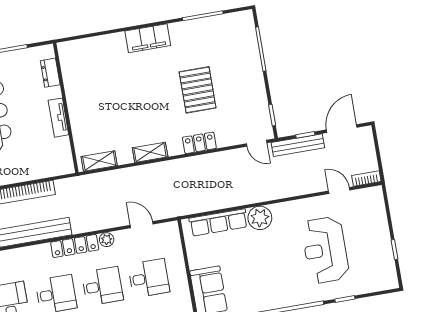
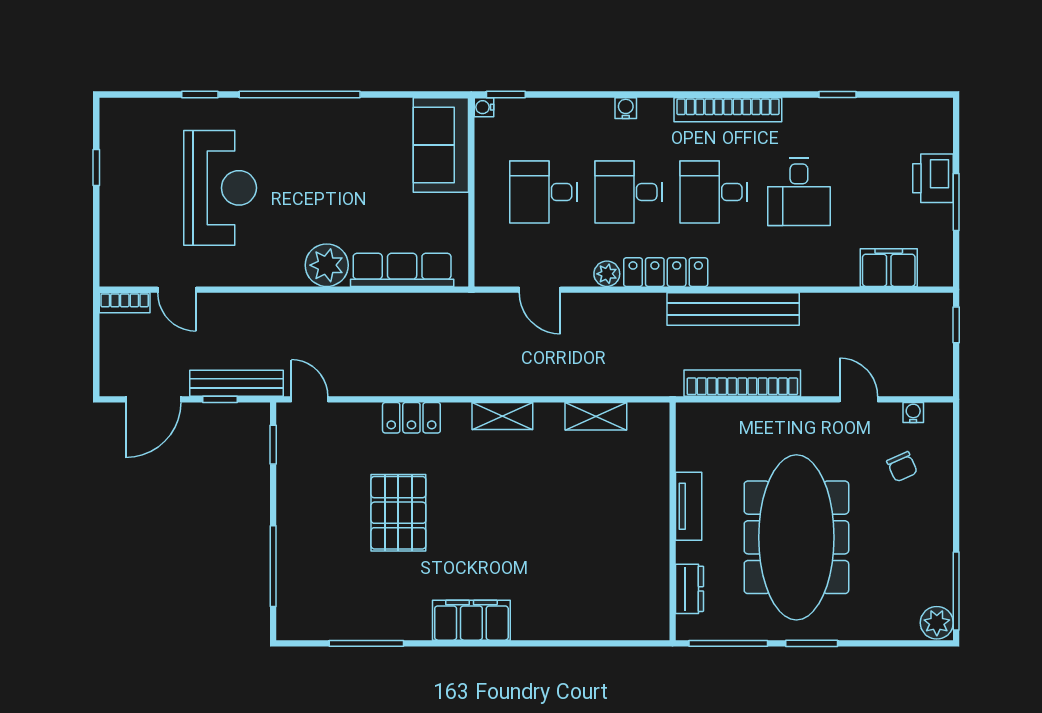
dresser: (50, 73) -> (690, 589), moved
wall: (66, 108) -> (673, 521), moved
tv unit: (58, 118) -> (689, 506), moved

